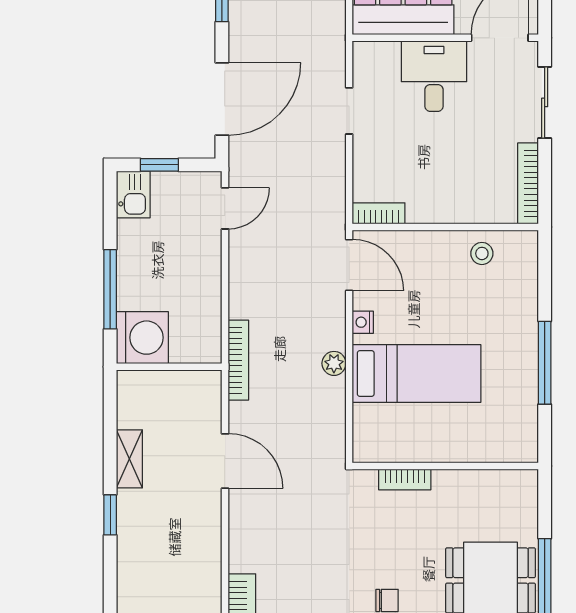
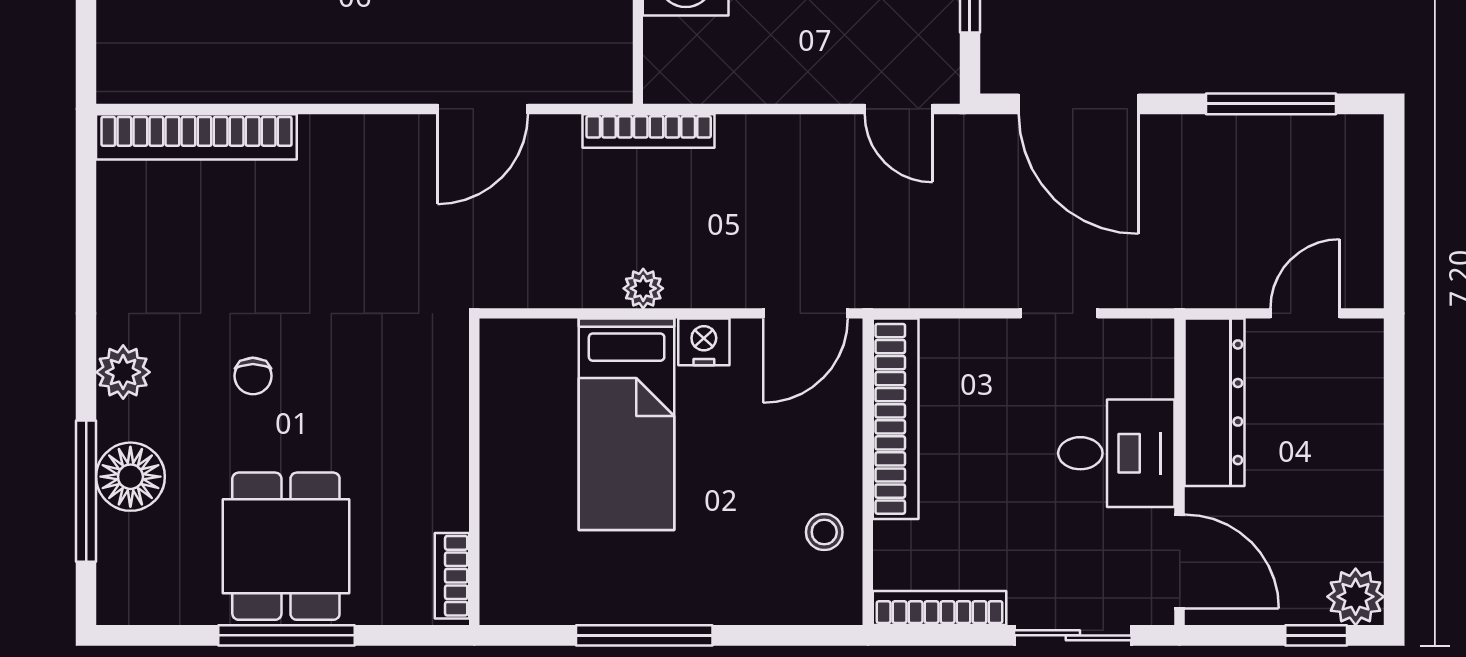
bookcase: (379, 213) -> (896, 419), width x2.31, depth x1.31
nightstand: (363, 322) -> (704, 342), width x1.39, depth x1.35
bookcase: (405, 479) -> (452, 576), moved

